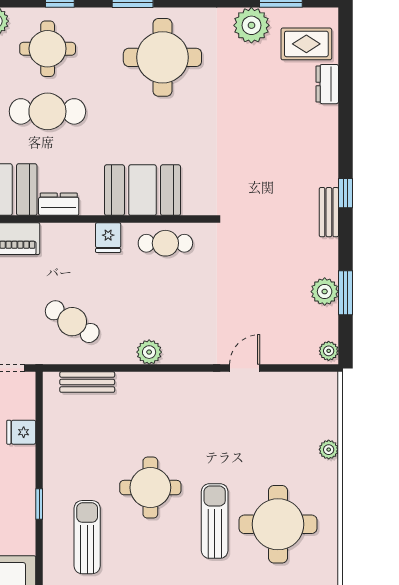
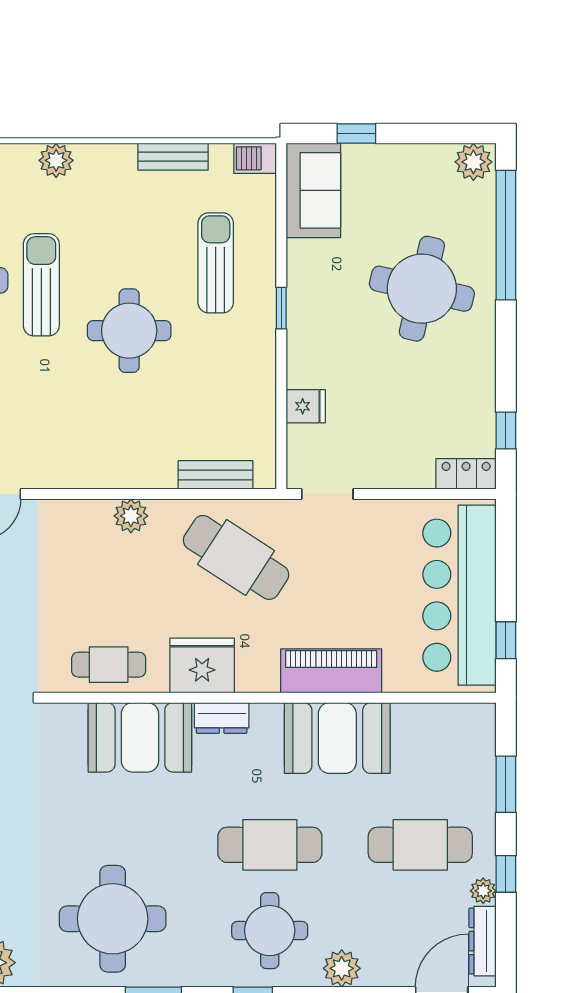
dresser: (59, 204) -> (222, 718), moved
fridge: (108, 238) -> (202, 665), width x1.88, depth x1.34
cafe table: (72, 322) -> (236, 557), width x1.37, depth x1.35
sun lounger: (215, 521) -> (41, 285), turned 180
sun lounger: (87, 537) -> (216, 263), turned 180

